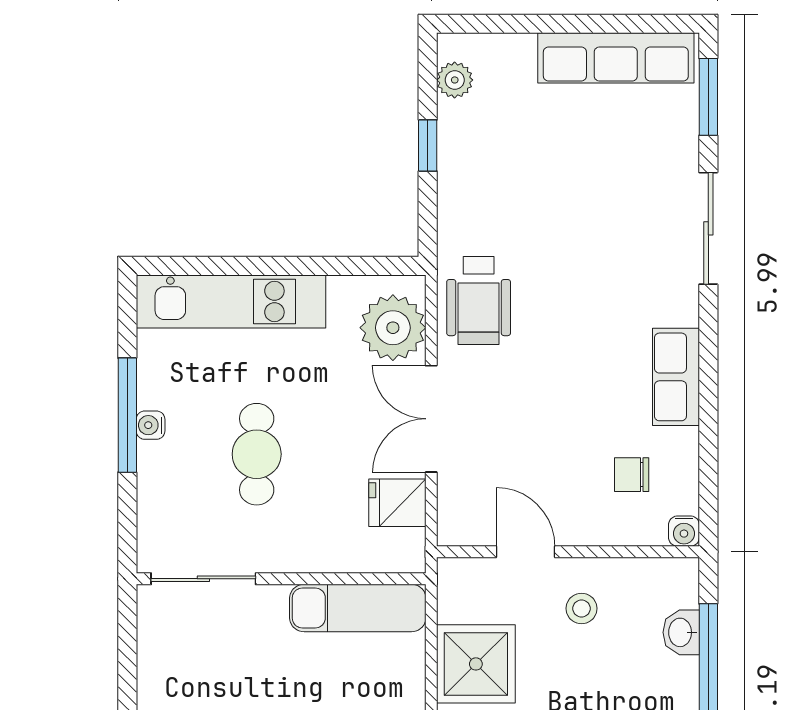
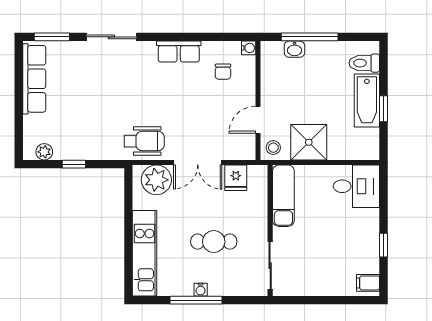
stool: (582, 608) -> (273, 148), moved

